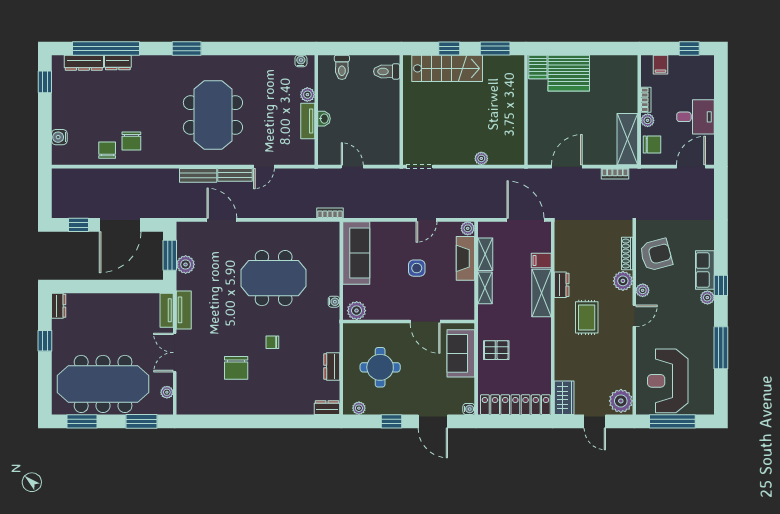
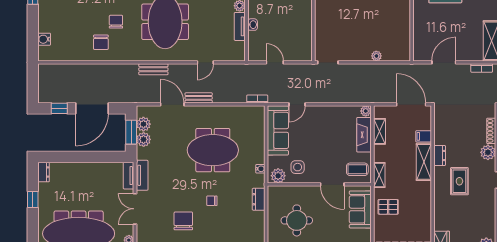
chair: (107, 150) -> (116, 22), moved
bench: (235, 175) -> (199, 98), moved
door: (427, 220) -> (297, 104), moved
plant: (185, 245) -> (143, 124), added
side table: (417, 268) -> (298, 167), moved
shelving: (485, 288) -> (379, 175), moved
coffee table: (457, 302) -> (357, 169), added
dresser: (332, 366) -> (259, 199), moved
chair: (236, 368) -> (183, 221), turned 180

